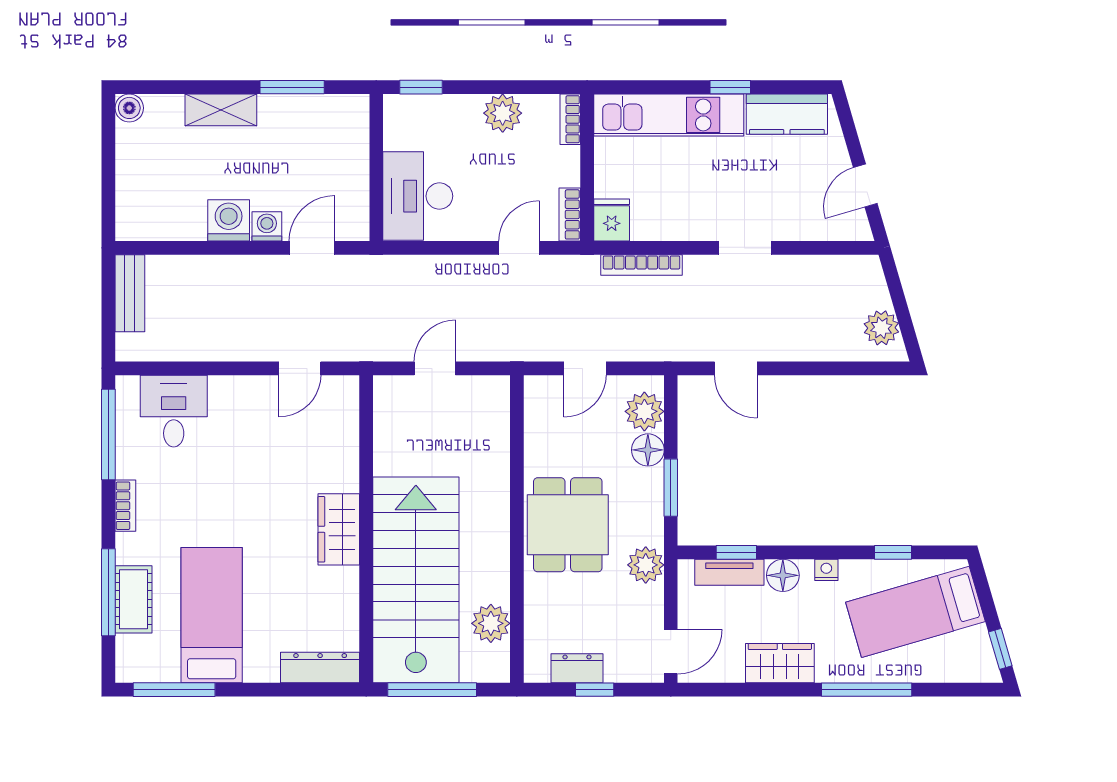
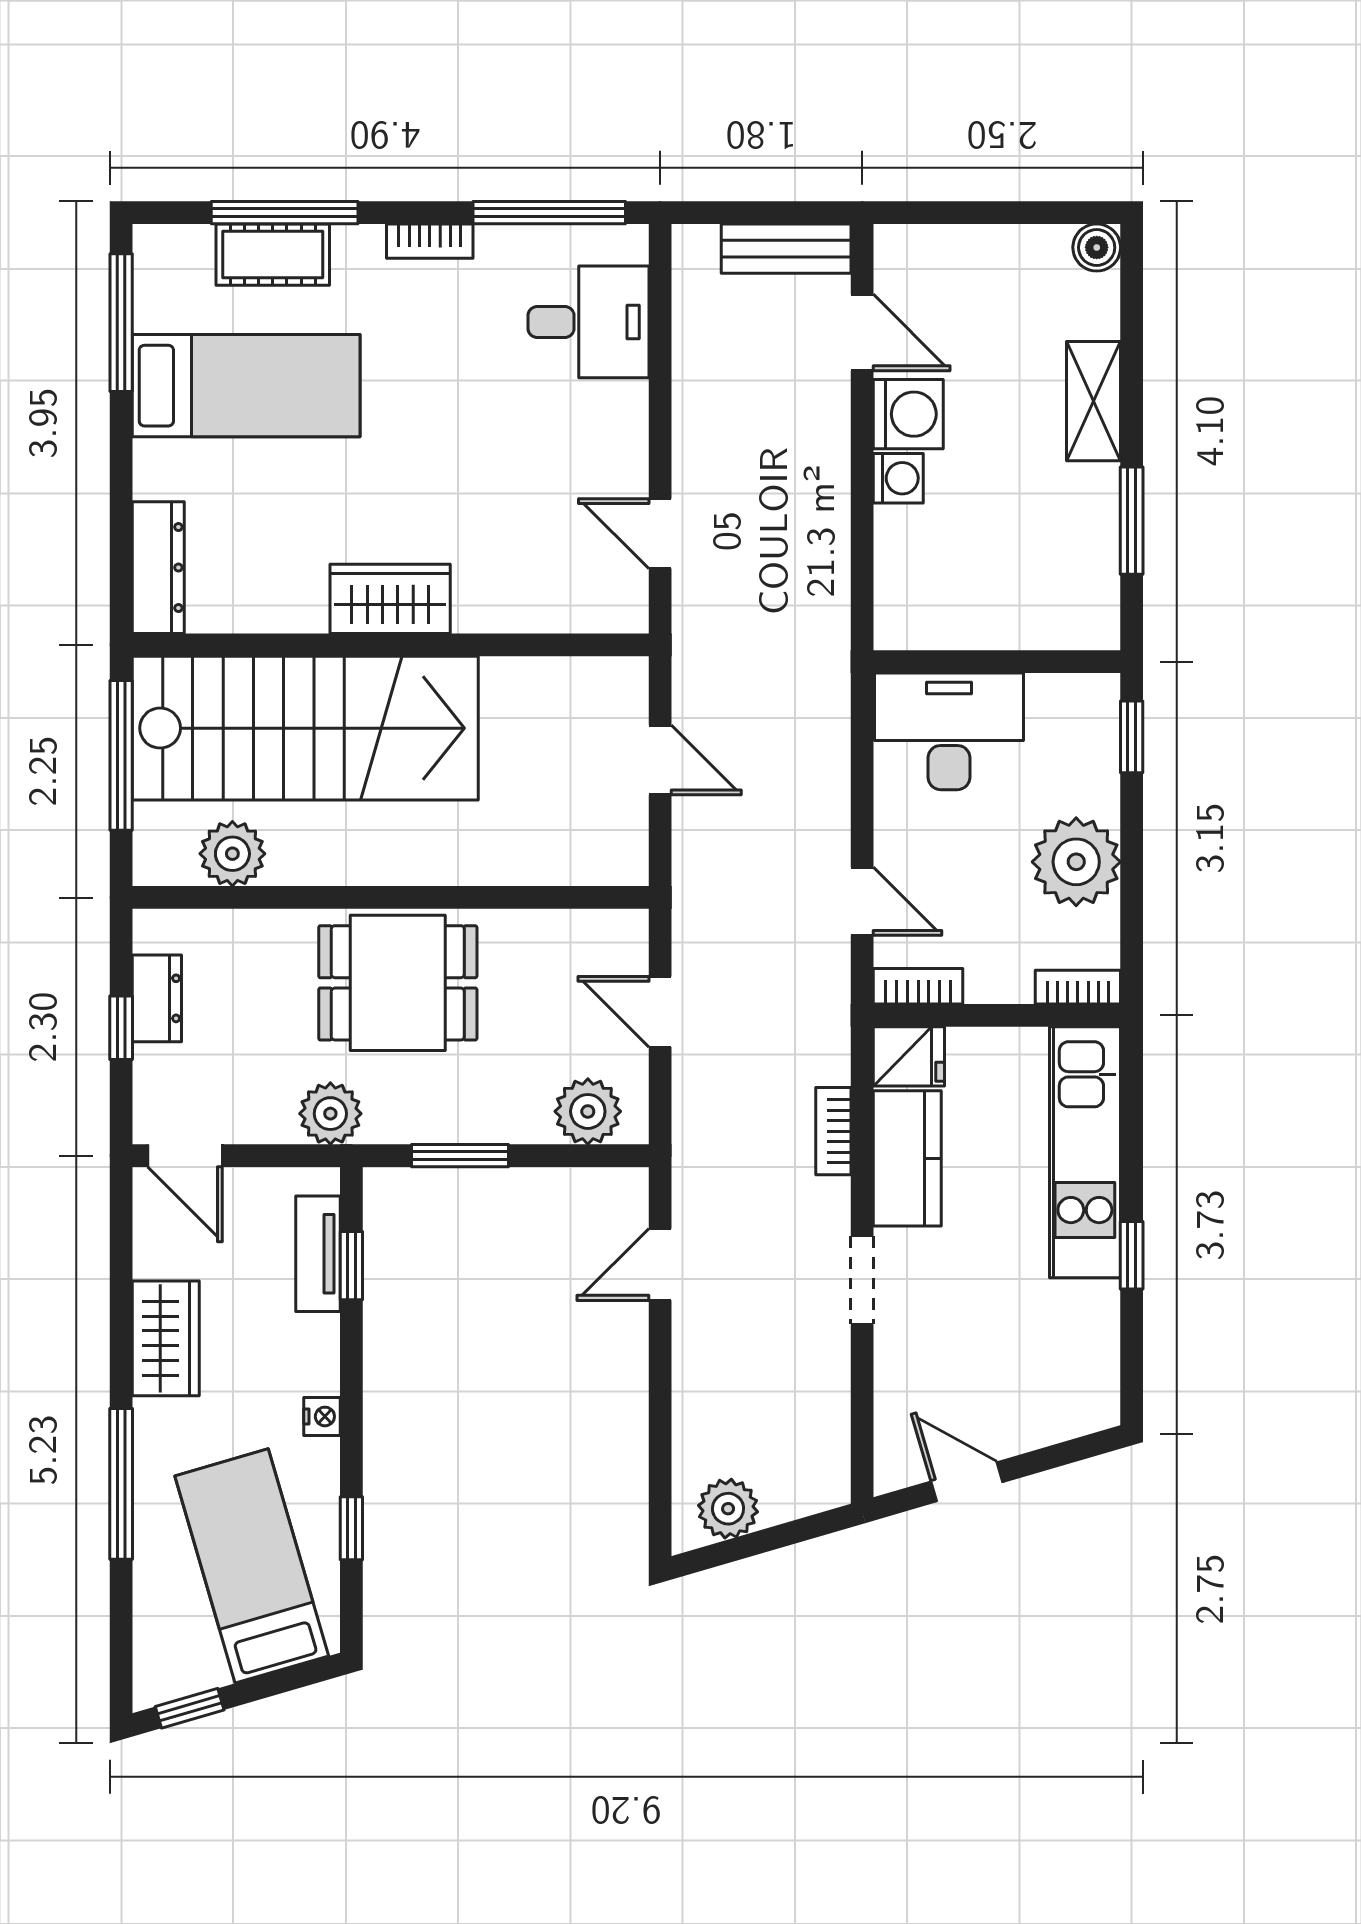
plant: (503, 113) -> (1076, 862), width x1.36, depth x1.36
kitchen counter: (787, 114) -> (907, 1158), moved, turned 180
door: (312, 248) -> (862, 332), moved
bookcase: (641, 265) -> (833, 1131), width x0.64
floor lamp: (648, 450) -> (523, 1117), removed
floor lamp: (783, 575) -> (313, 1343), removed

